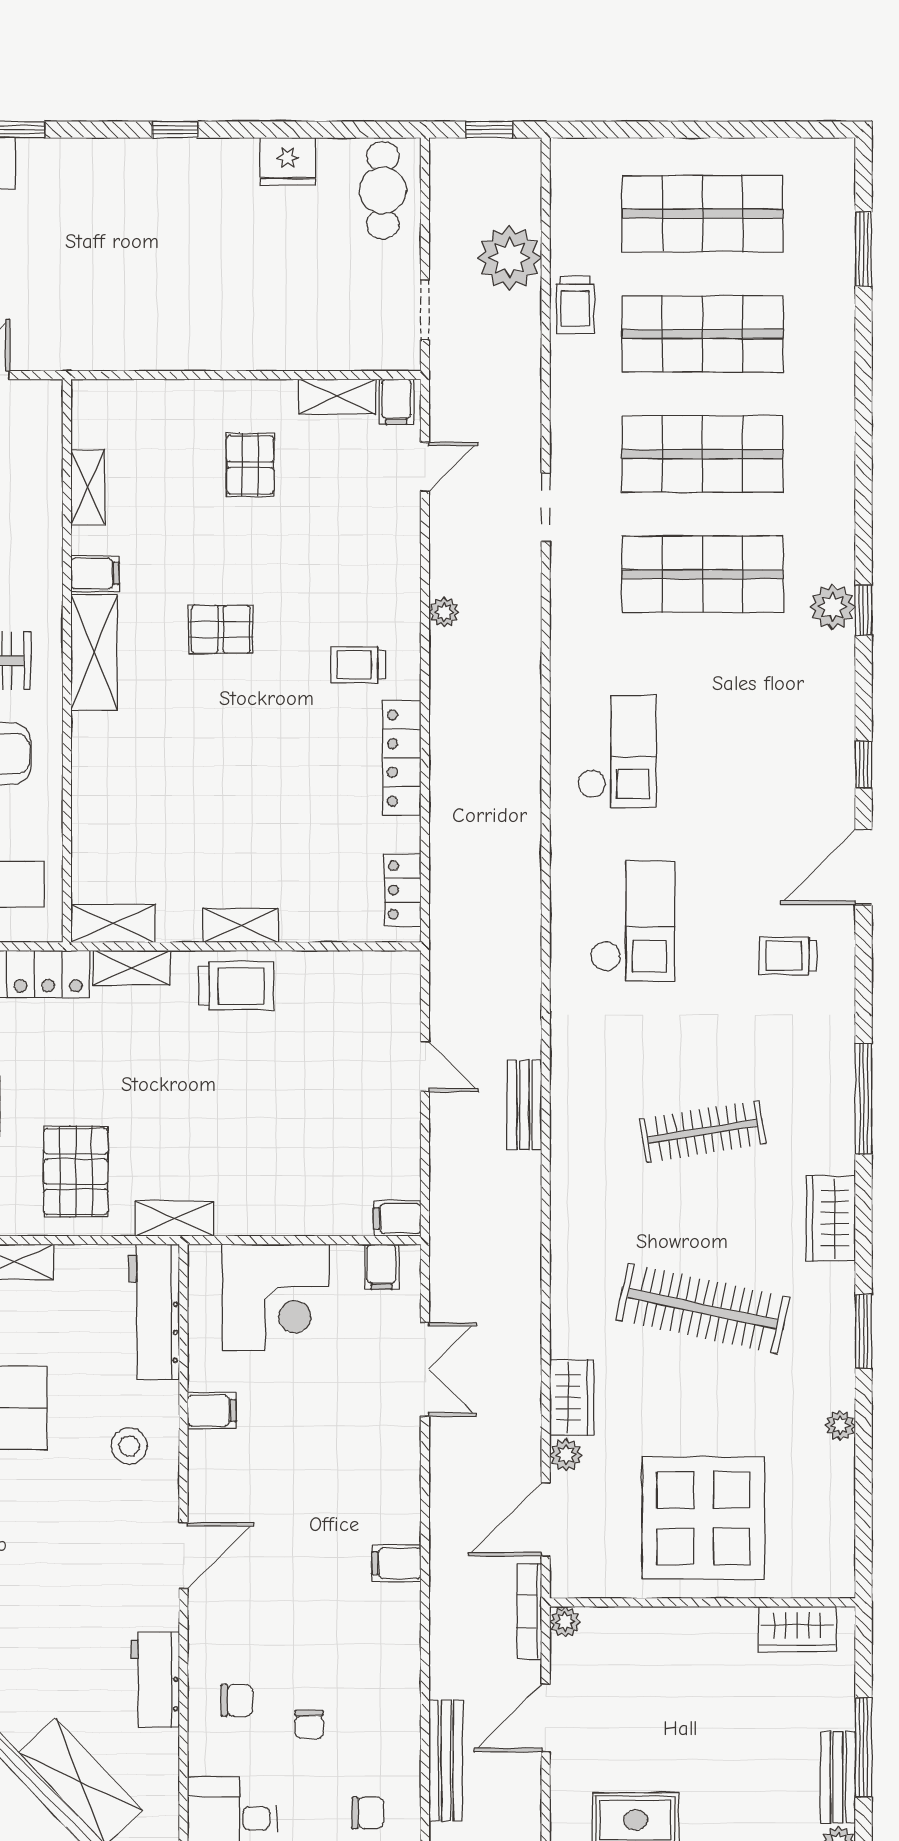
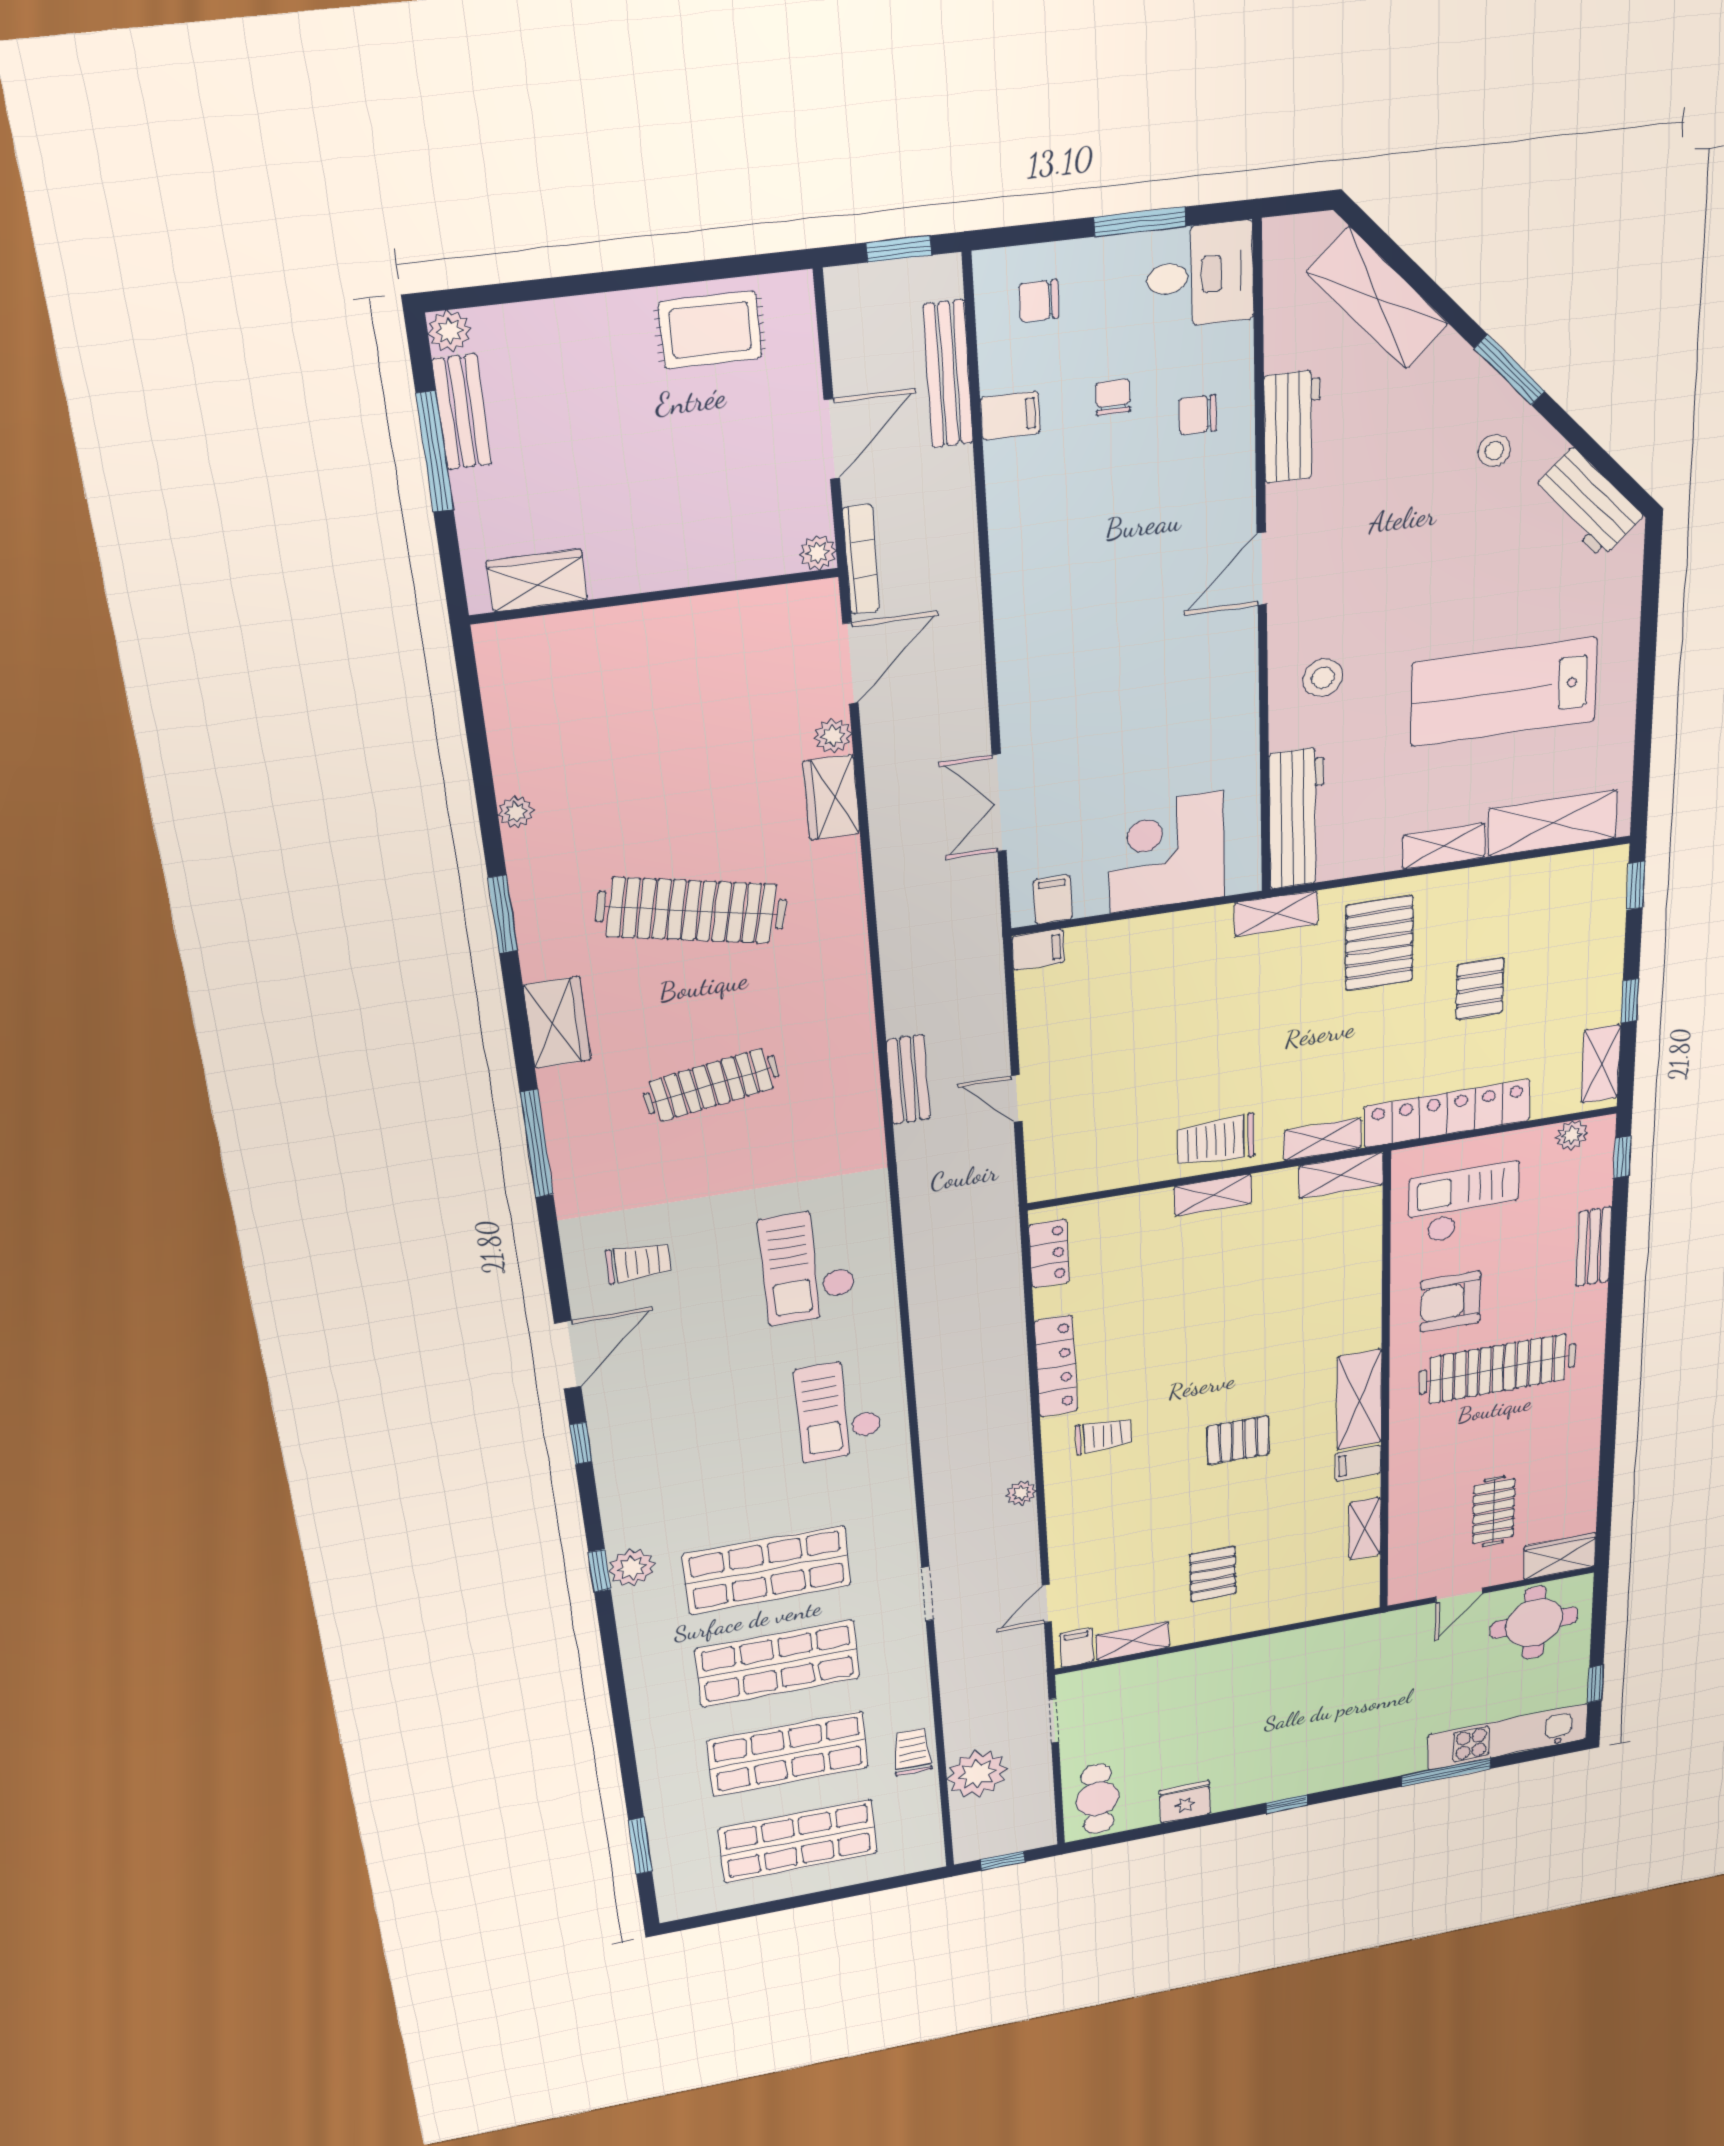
filing cabinet: (212, 1411) -> (1233, 727), removed
display table: (703, 1518) -> (665, 690), removed
filing cabinet: (396, 1563) -> (1010, 416), moved

